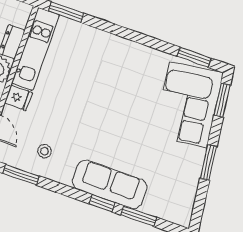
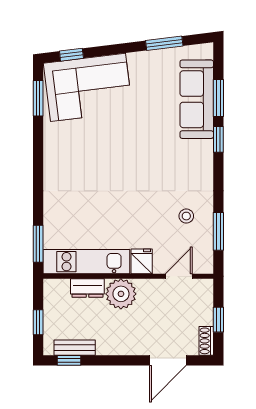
window: (222, 100) -> (71, 55), width x0.67
window: (208, 163) -> (164, 43), moved
sofa: (110, 184) -> (197, 99), moved

